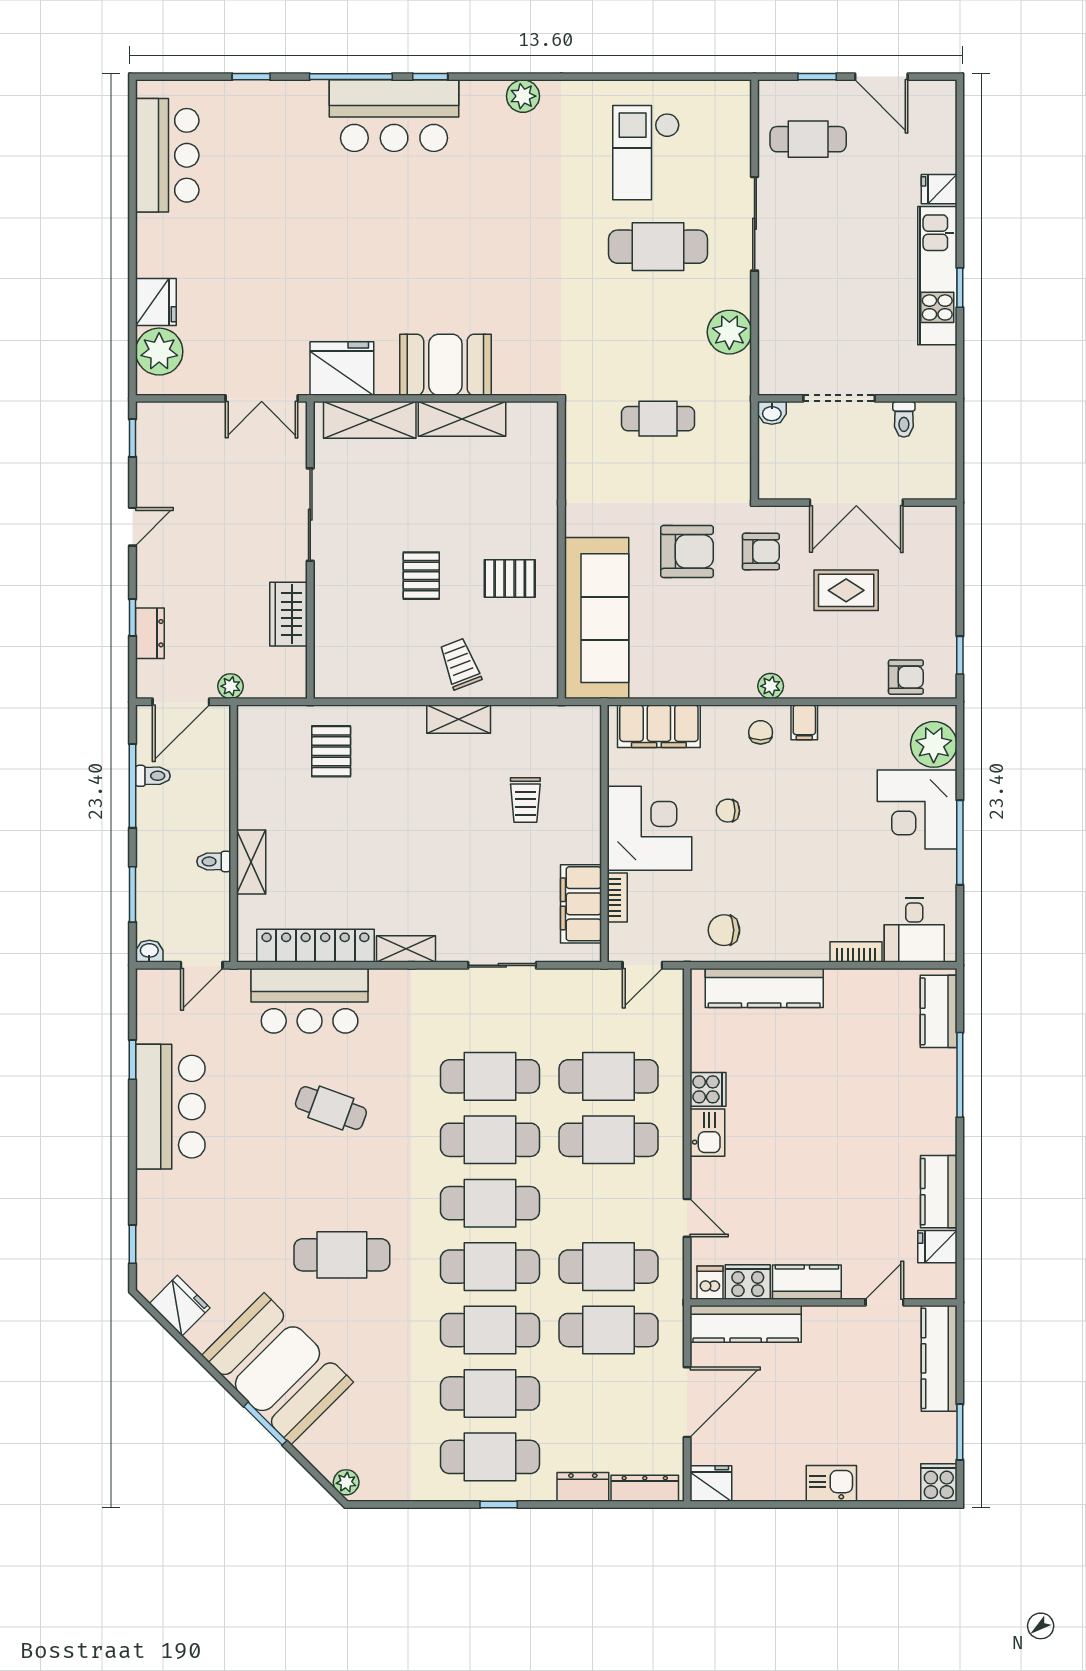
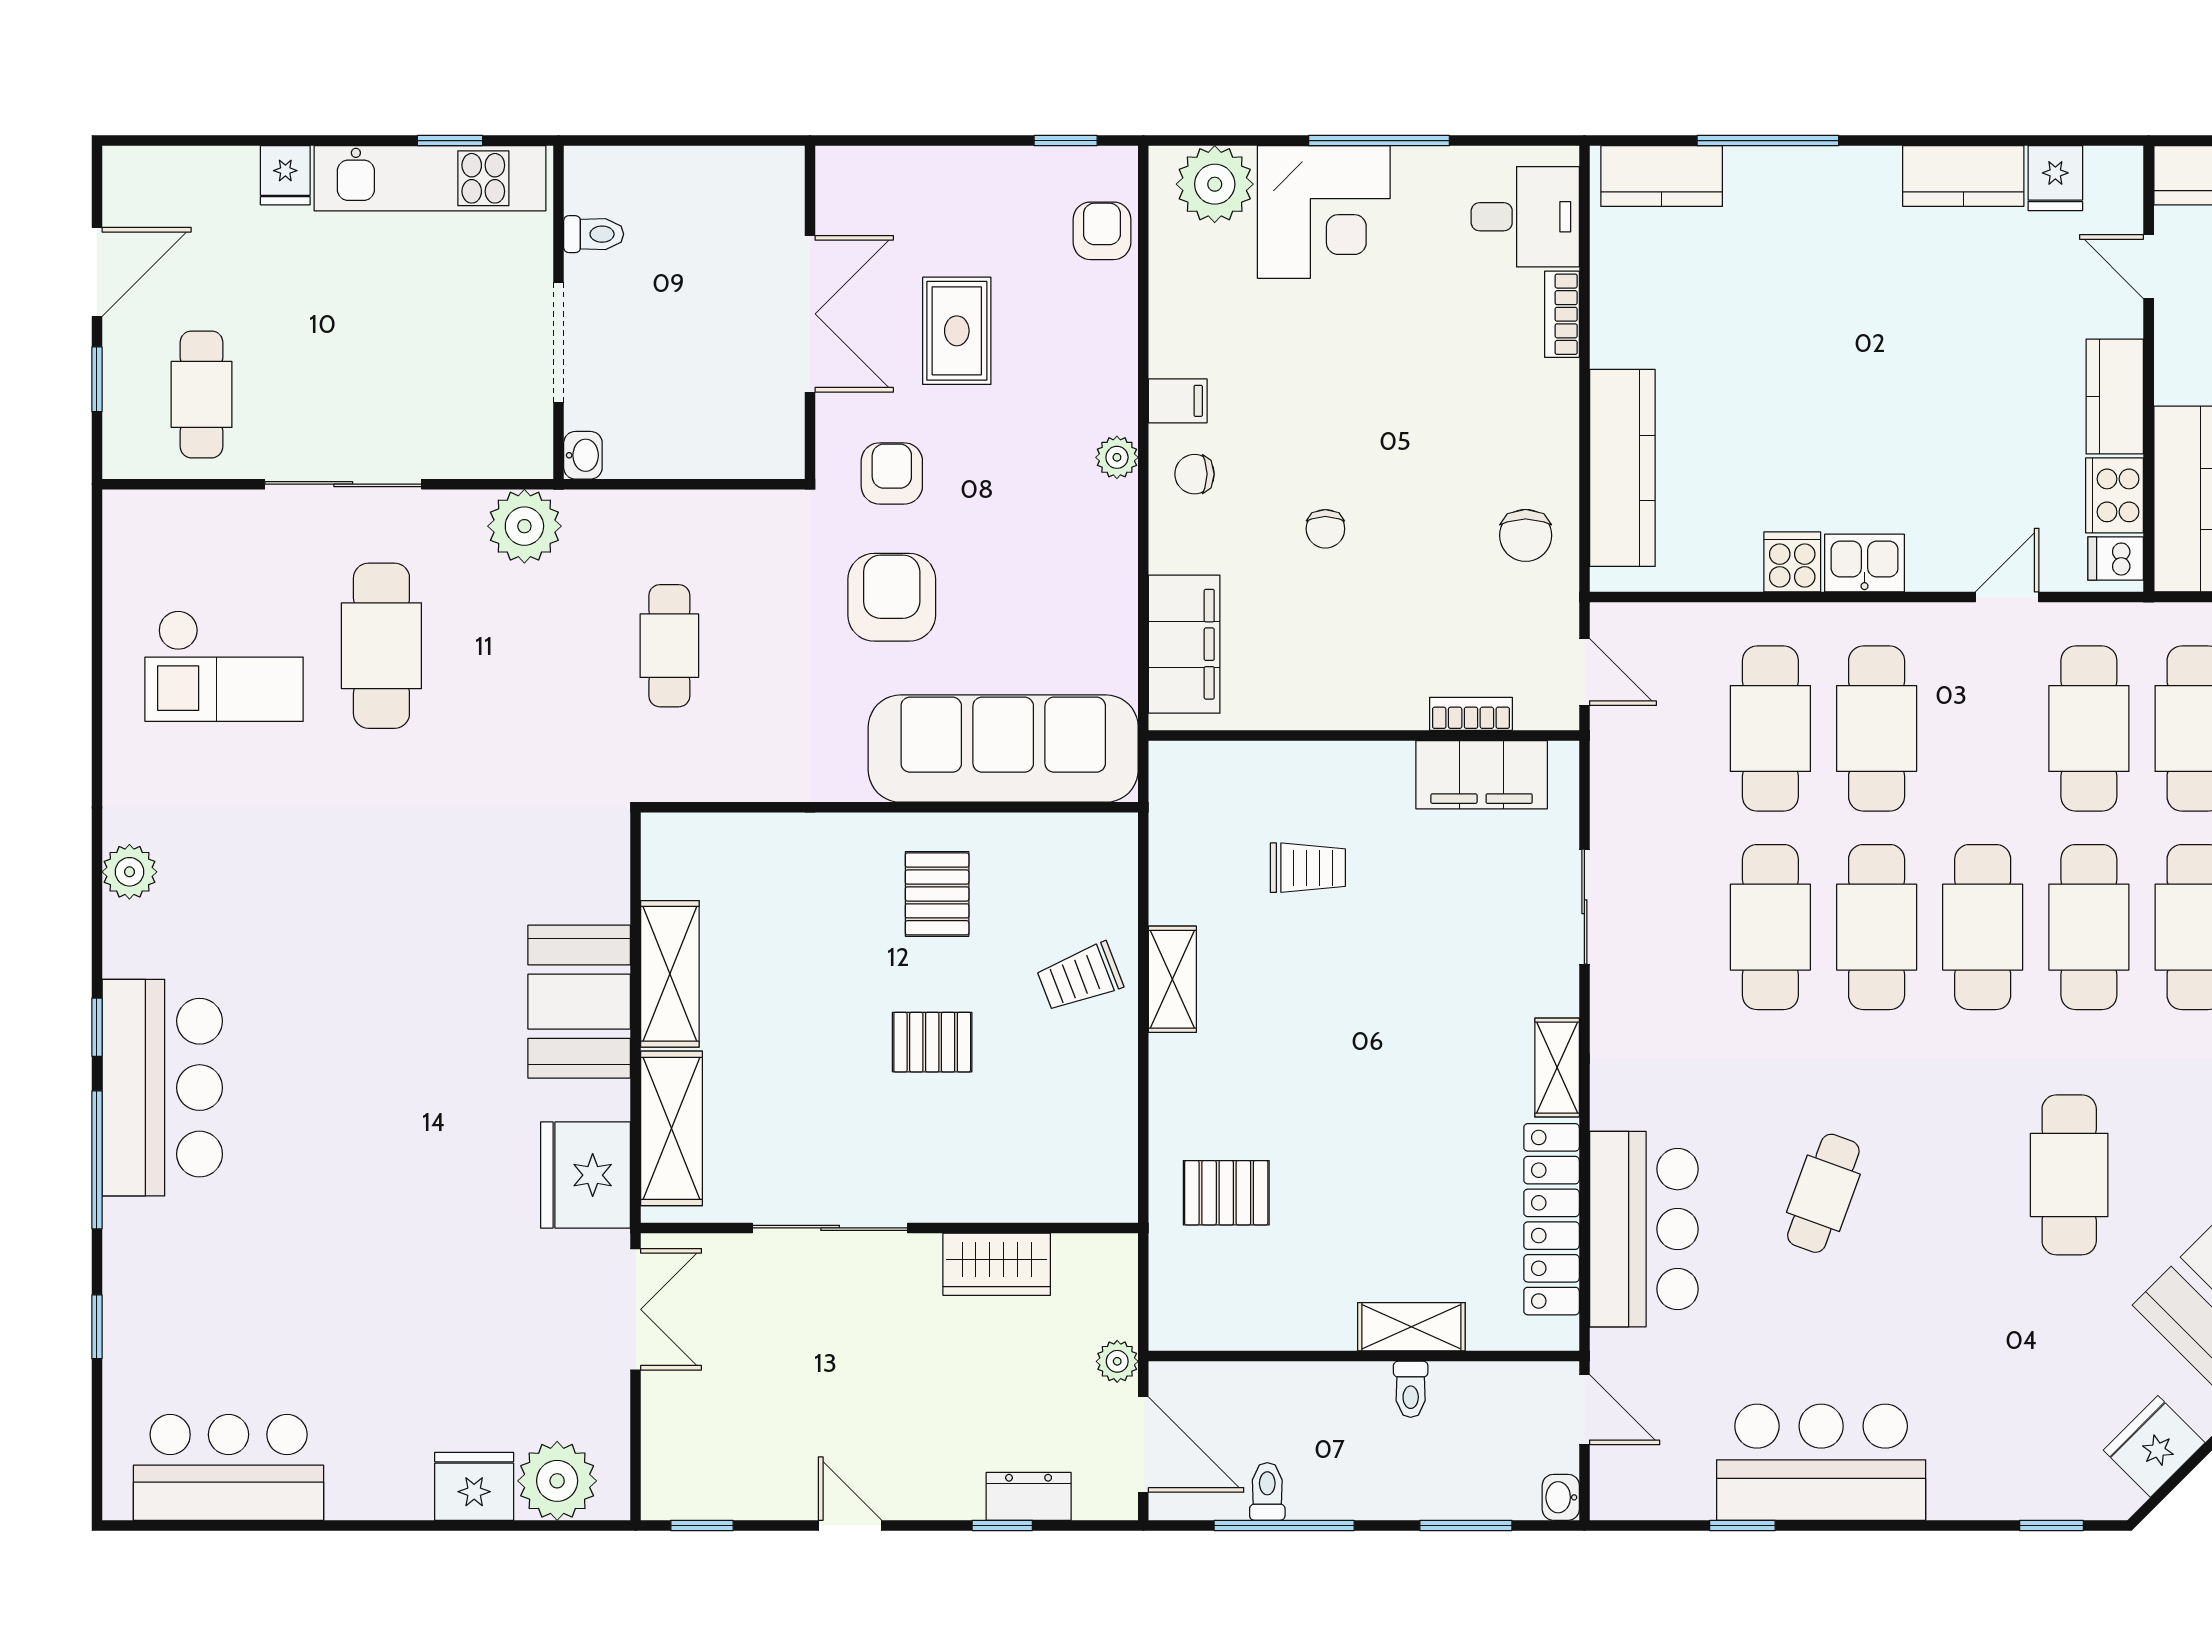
doorway: (839, 398) -> (559, 343), moved
wall: (857, 398) -> (559, 312), moved
washbasin: (772, 413) -> (583, 455), moved
toilet: (904, 419) -> (594, 234), moved
corner desk: (650, 828) -> (1355, 660), removed

